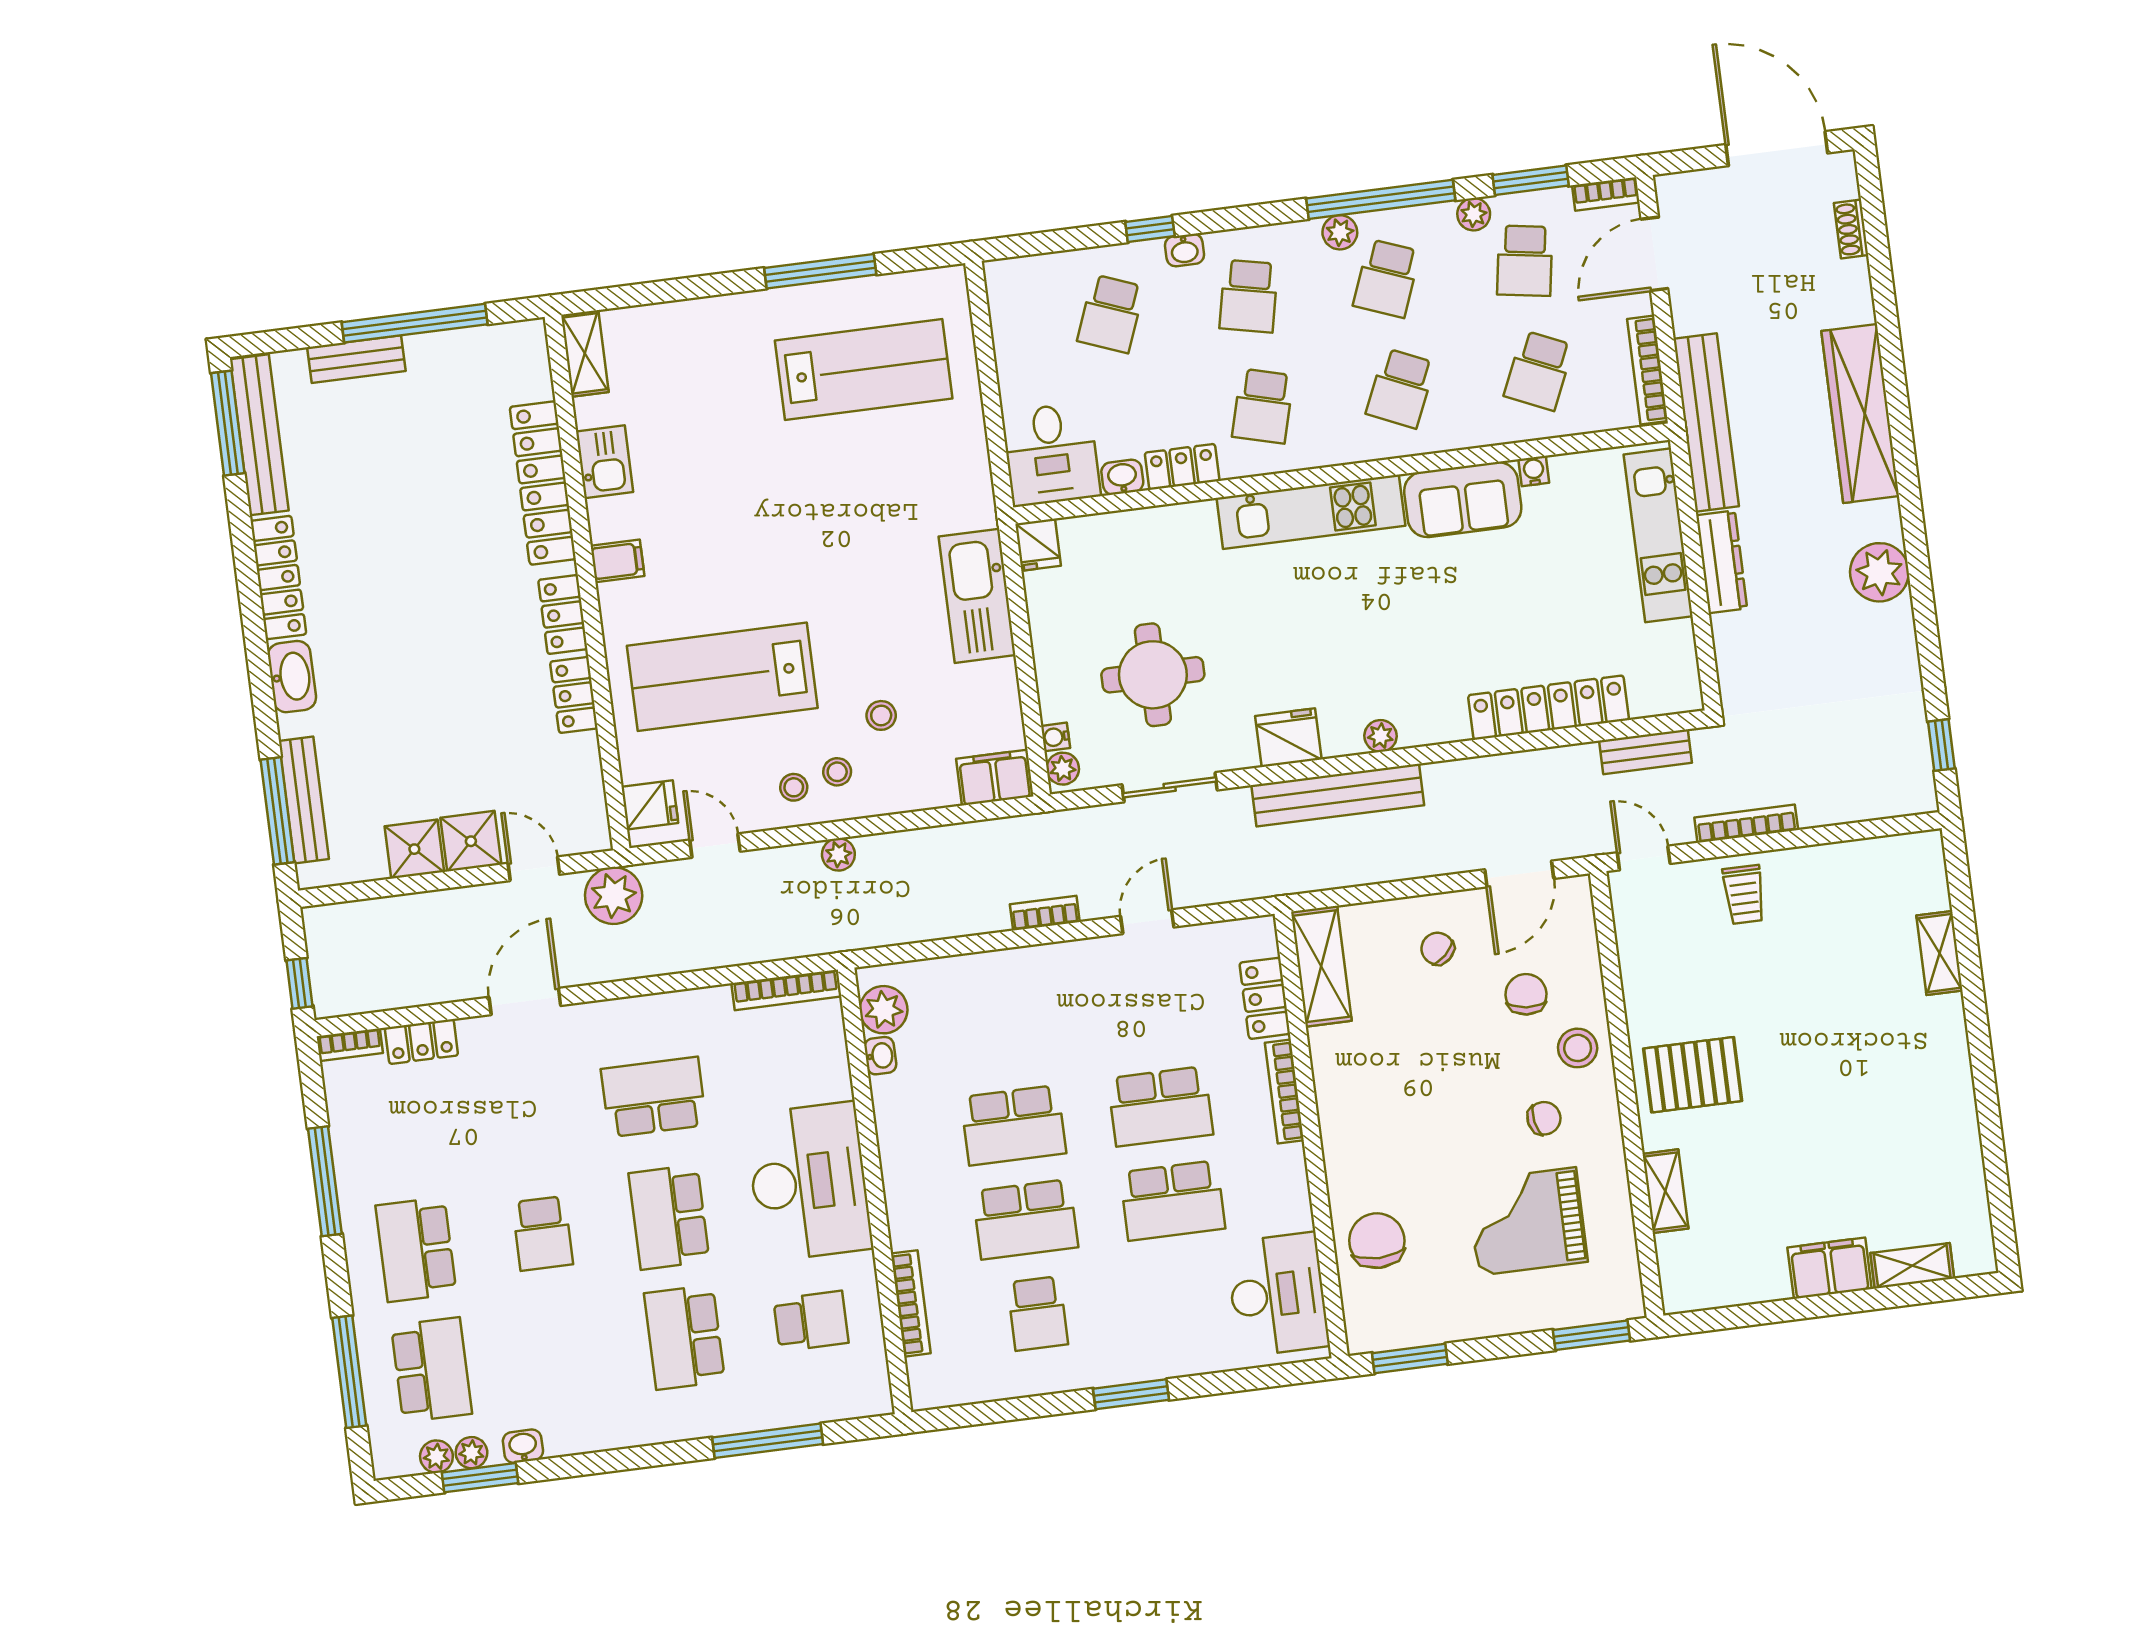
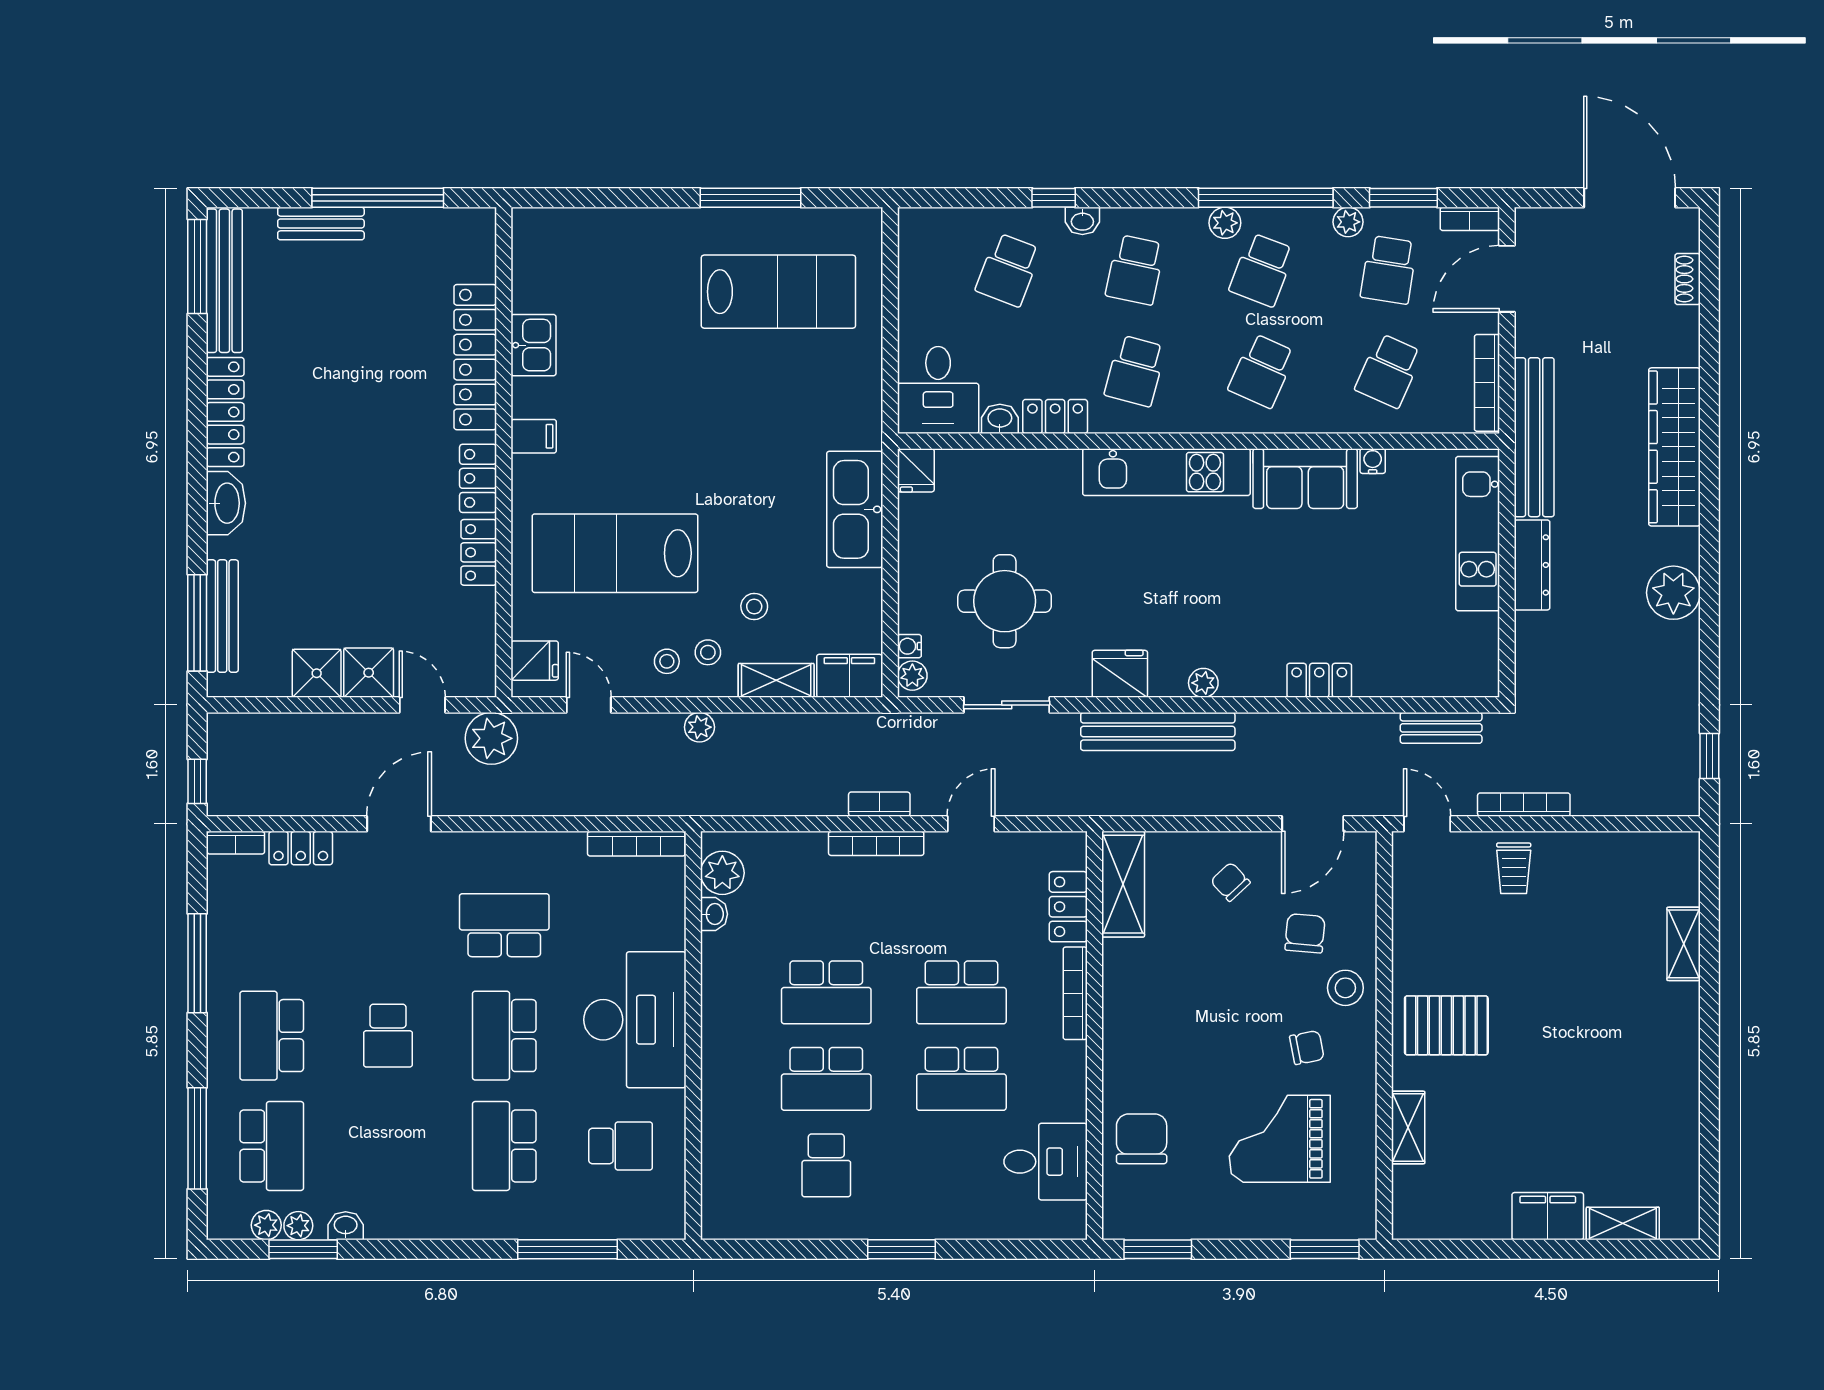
shelving: (585, 353) -> (776, 680), moved, turned 90
locker: (1549, 708) -> (1319, 680), width x0.46, depth x0.83
desk: (1278, 1294) -> (1046, 1162), width x0.73
bookcase: (911, 1303) -> (876, 843), moved, turned 90

